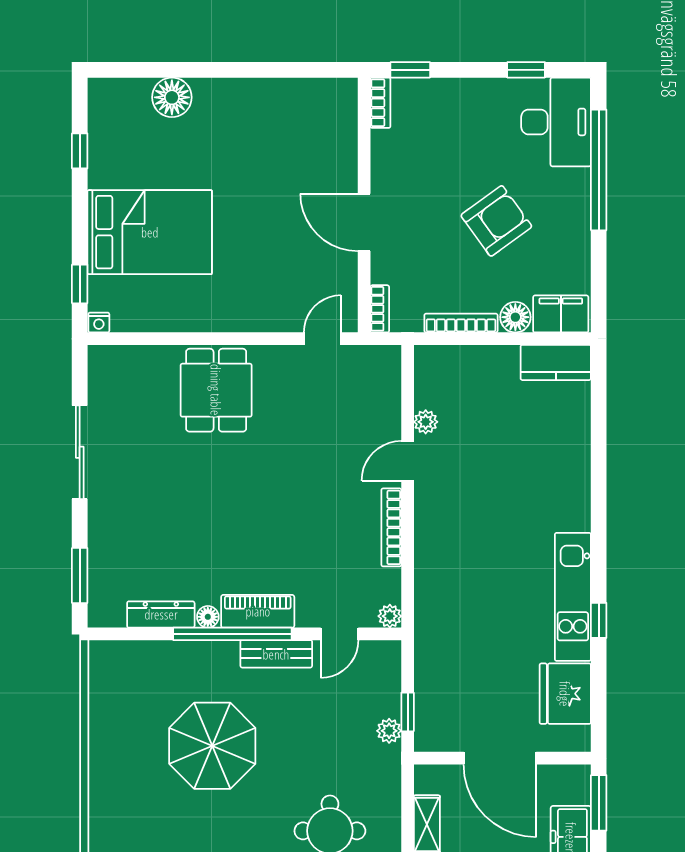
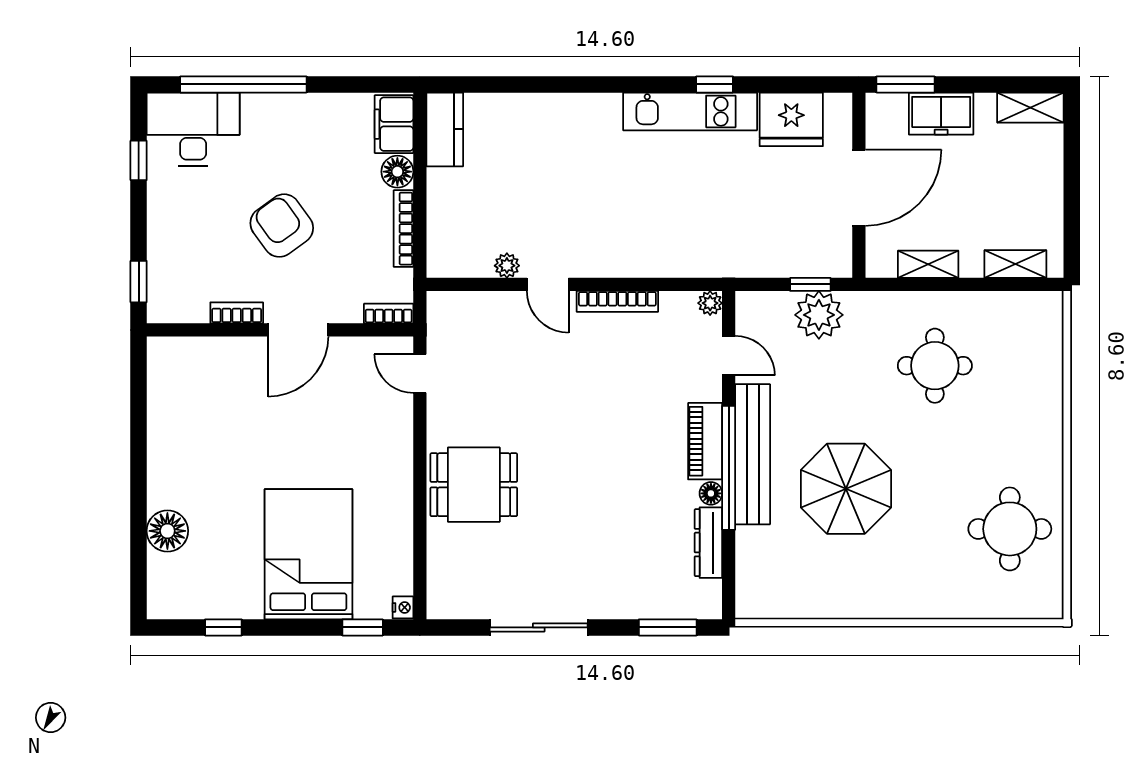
bookcase: (380, 103) -> (237, 313), moved
armchair: (496, 221) -> (282, 226), moved
bench: (276, 654) -> (753, 454), width x1.86, depth x1.21
plant: (389, 731) -> (819, 315), width x1.87, depth x1.87

